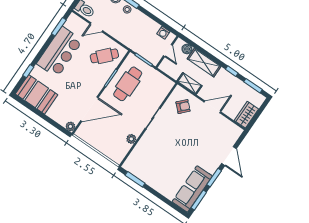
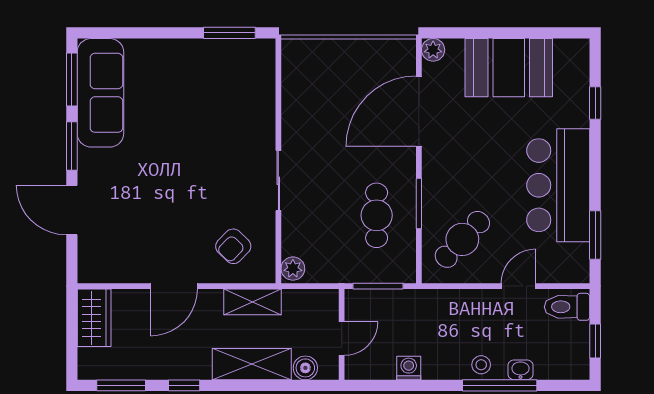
washing machine: (163, 33) -> (409, 368), moved
door: (168, 50) -> (342, 338), swing flipped
cafe table: (128, 84) -> (377, 215), width x0.73, depth x0.74
booth: (37, 94) -> (509, 68), moved
plant: (131, 139) -> (293, 269), moved

